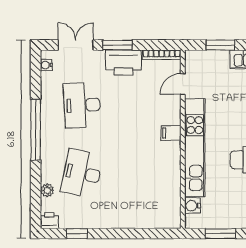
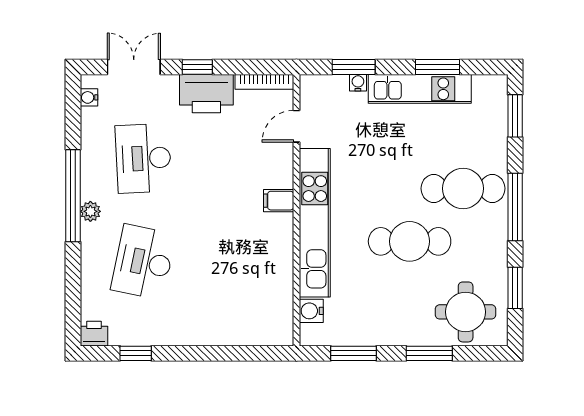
window: (118, 45) -> (197, 67), width x0.67
water cooler: (223, 55) -> (358, 83), added
plant: (47, 190) -> (90, 211), moved

